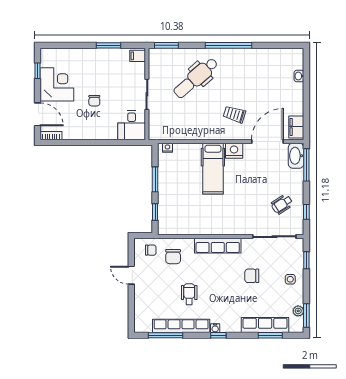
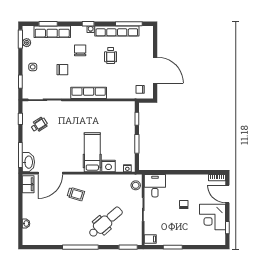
stool: (157, 126) -> (136, 185), added
nightstand: (234, 151) -> (109, 166), moved
chair: (173, 257) -> (80, 50), moved
door: (131, 275) -> (155, 70), width x1.87

